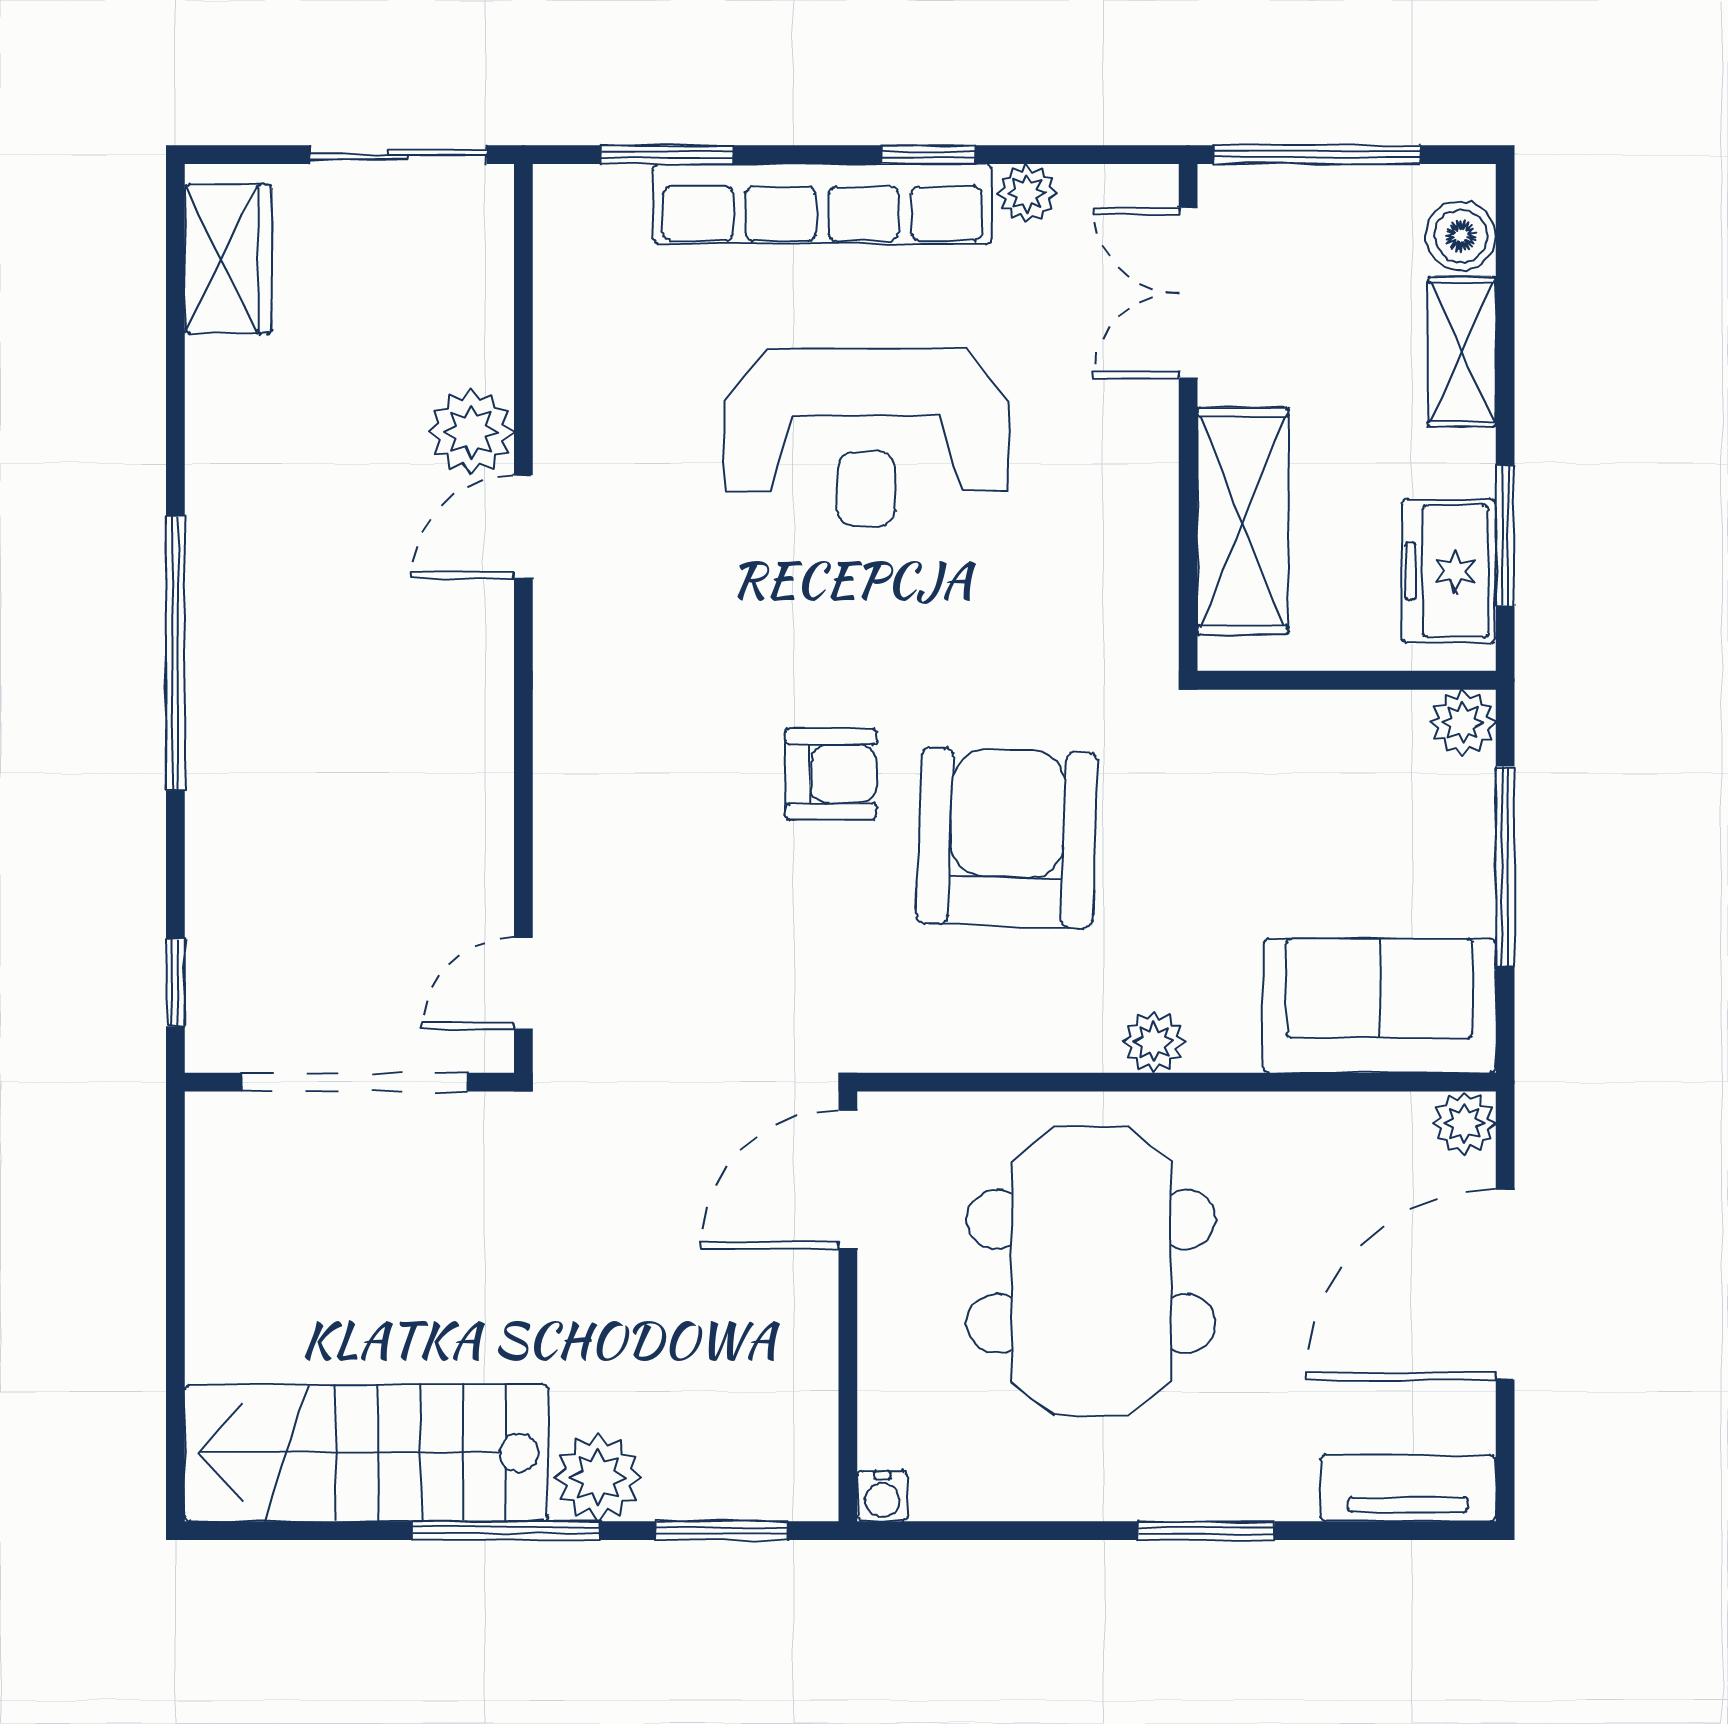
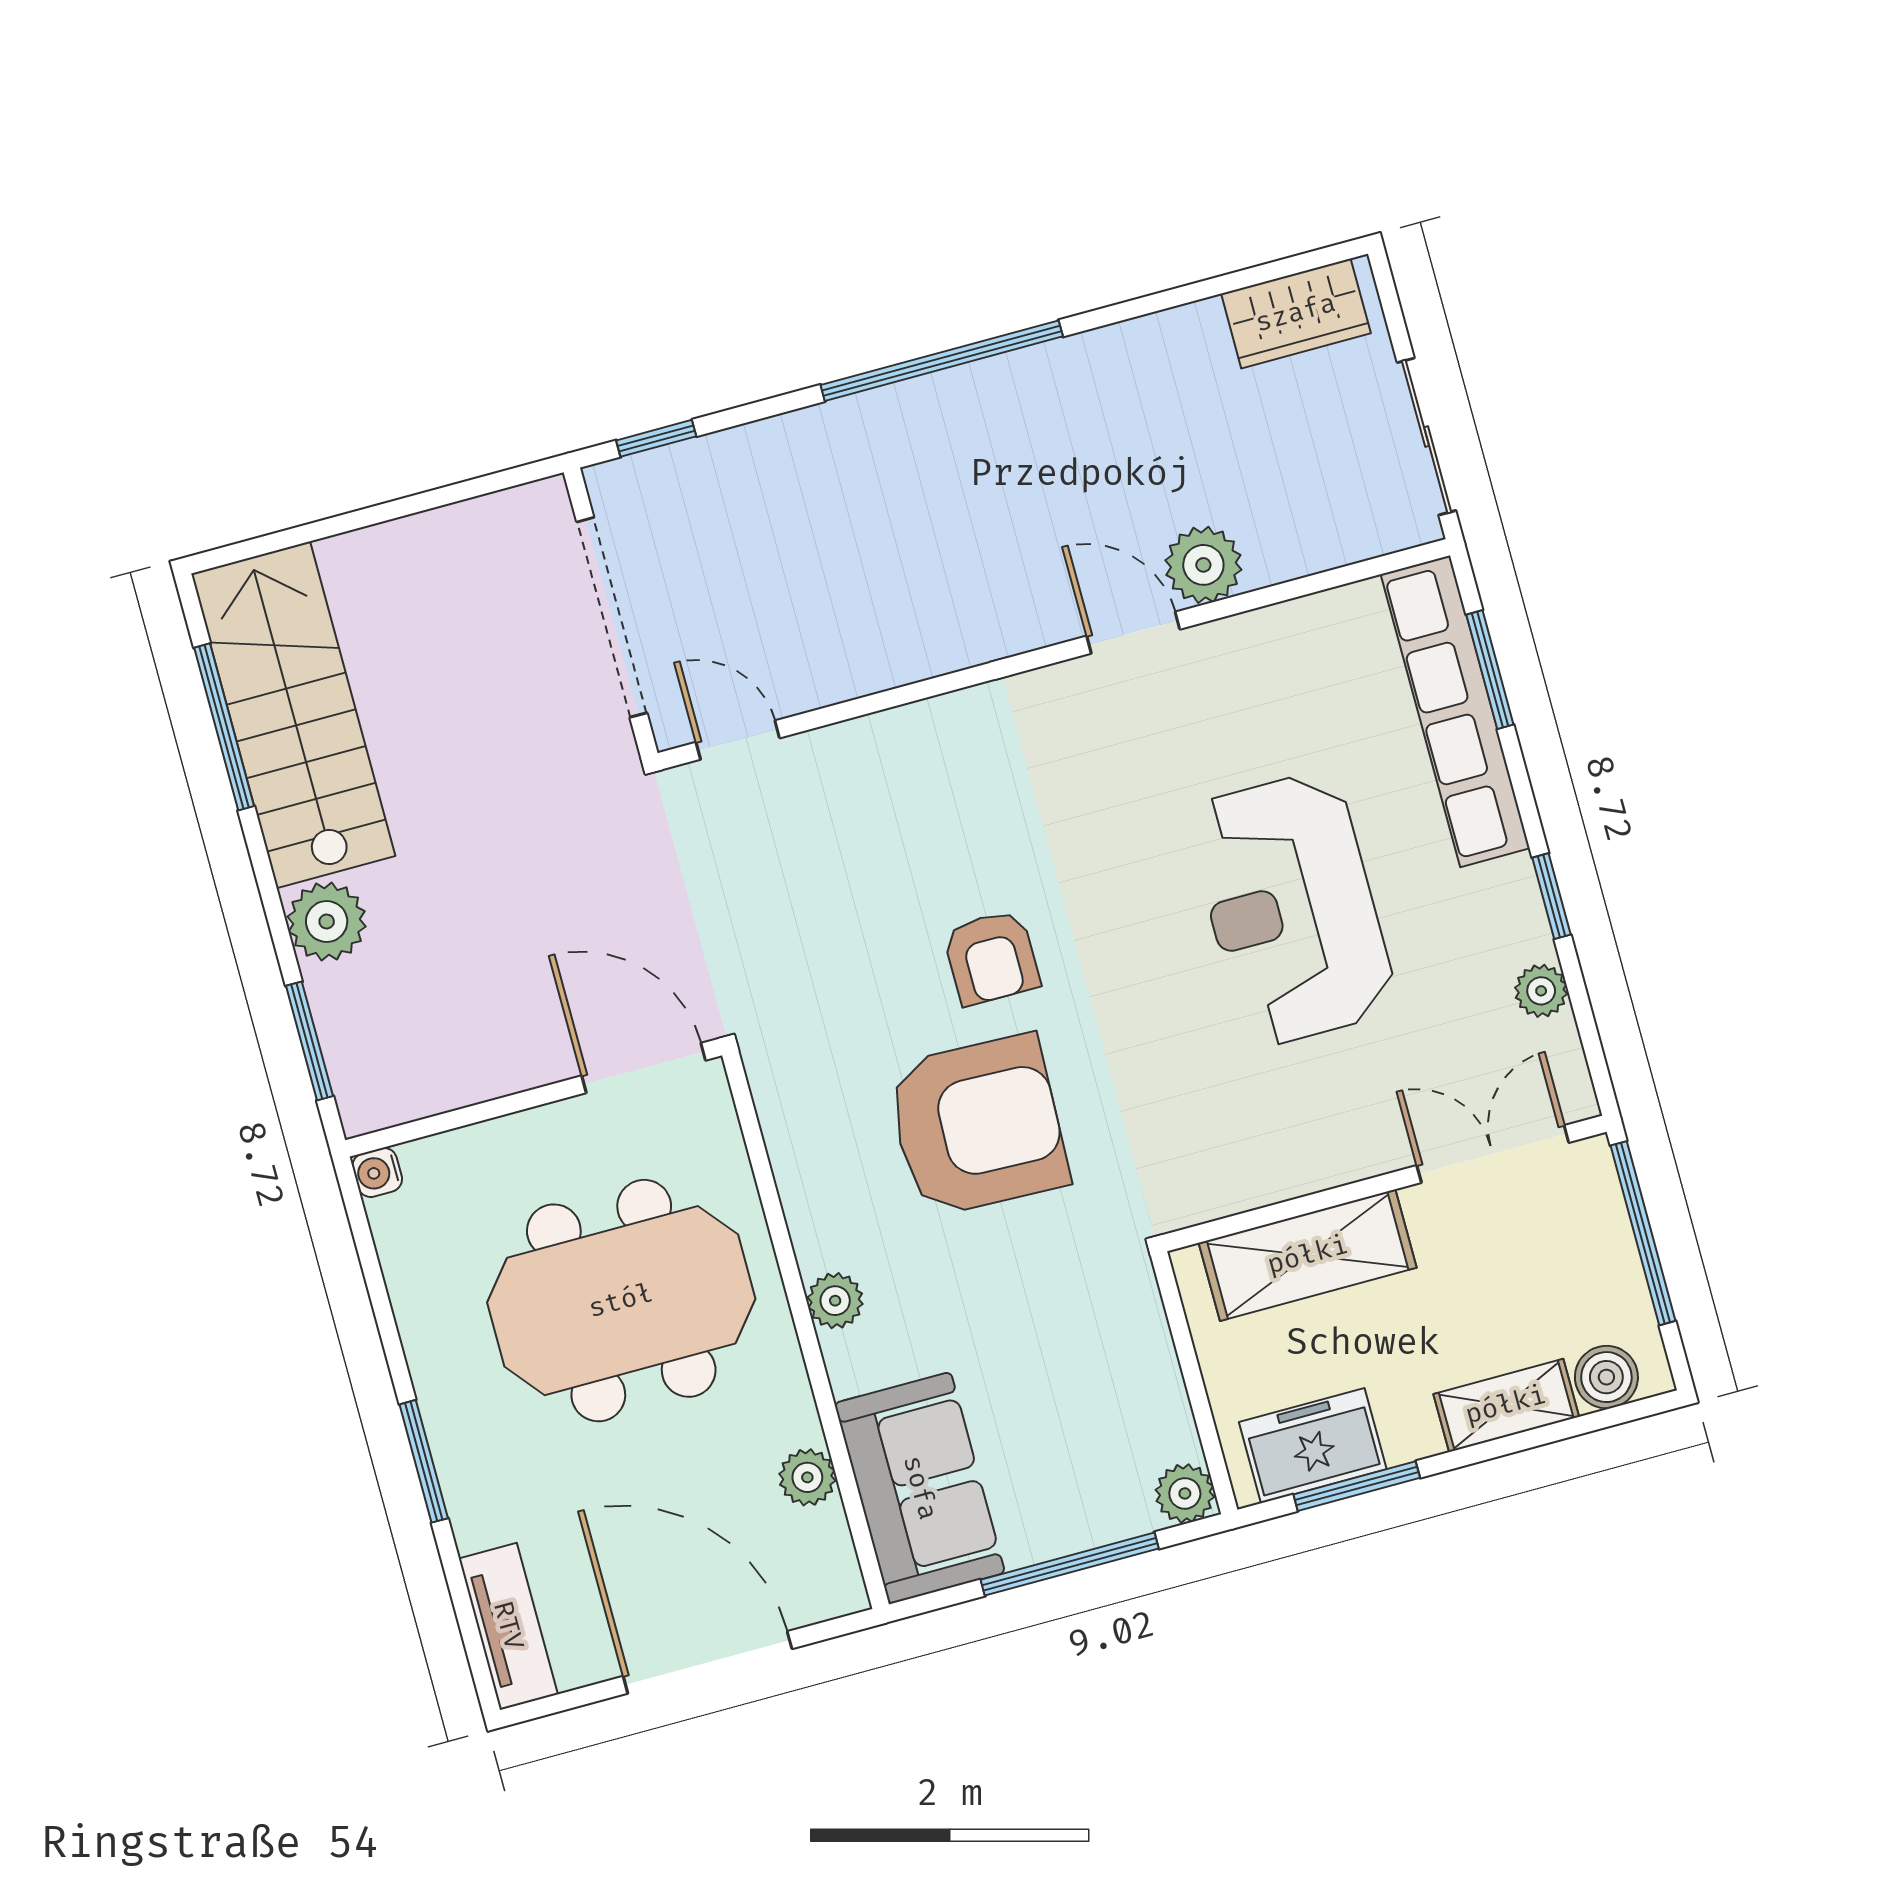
row of seats: (822, 204) -> (1455, 711), moved
plant: (1464, 1123) -> (807, 1477), moved
window: (506, 1531) -> (224, 727), moved

